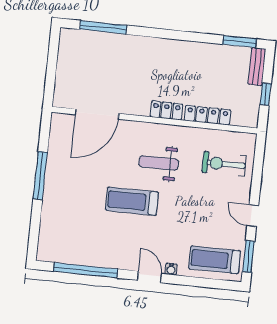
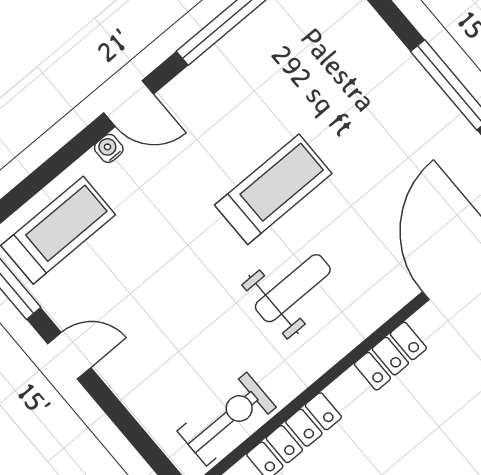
locker: (166, 110) -> (390, 356), moved
exercise bike: (224, 164) -> (227, 419), moved

